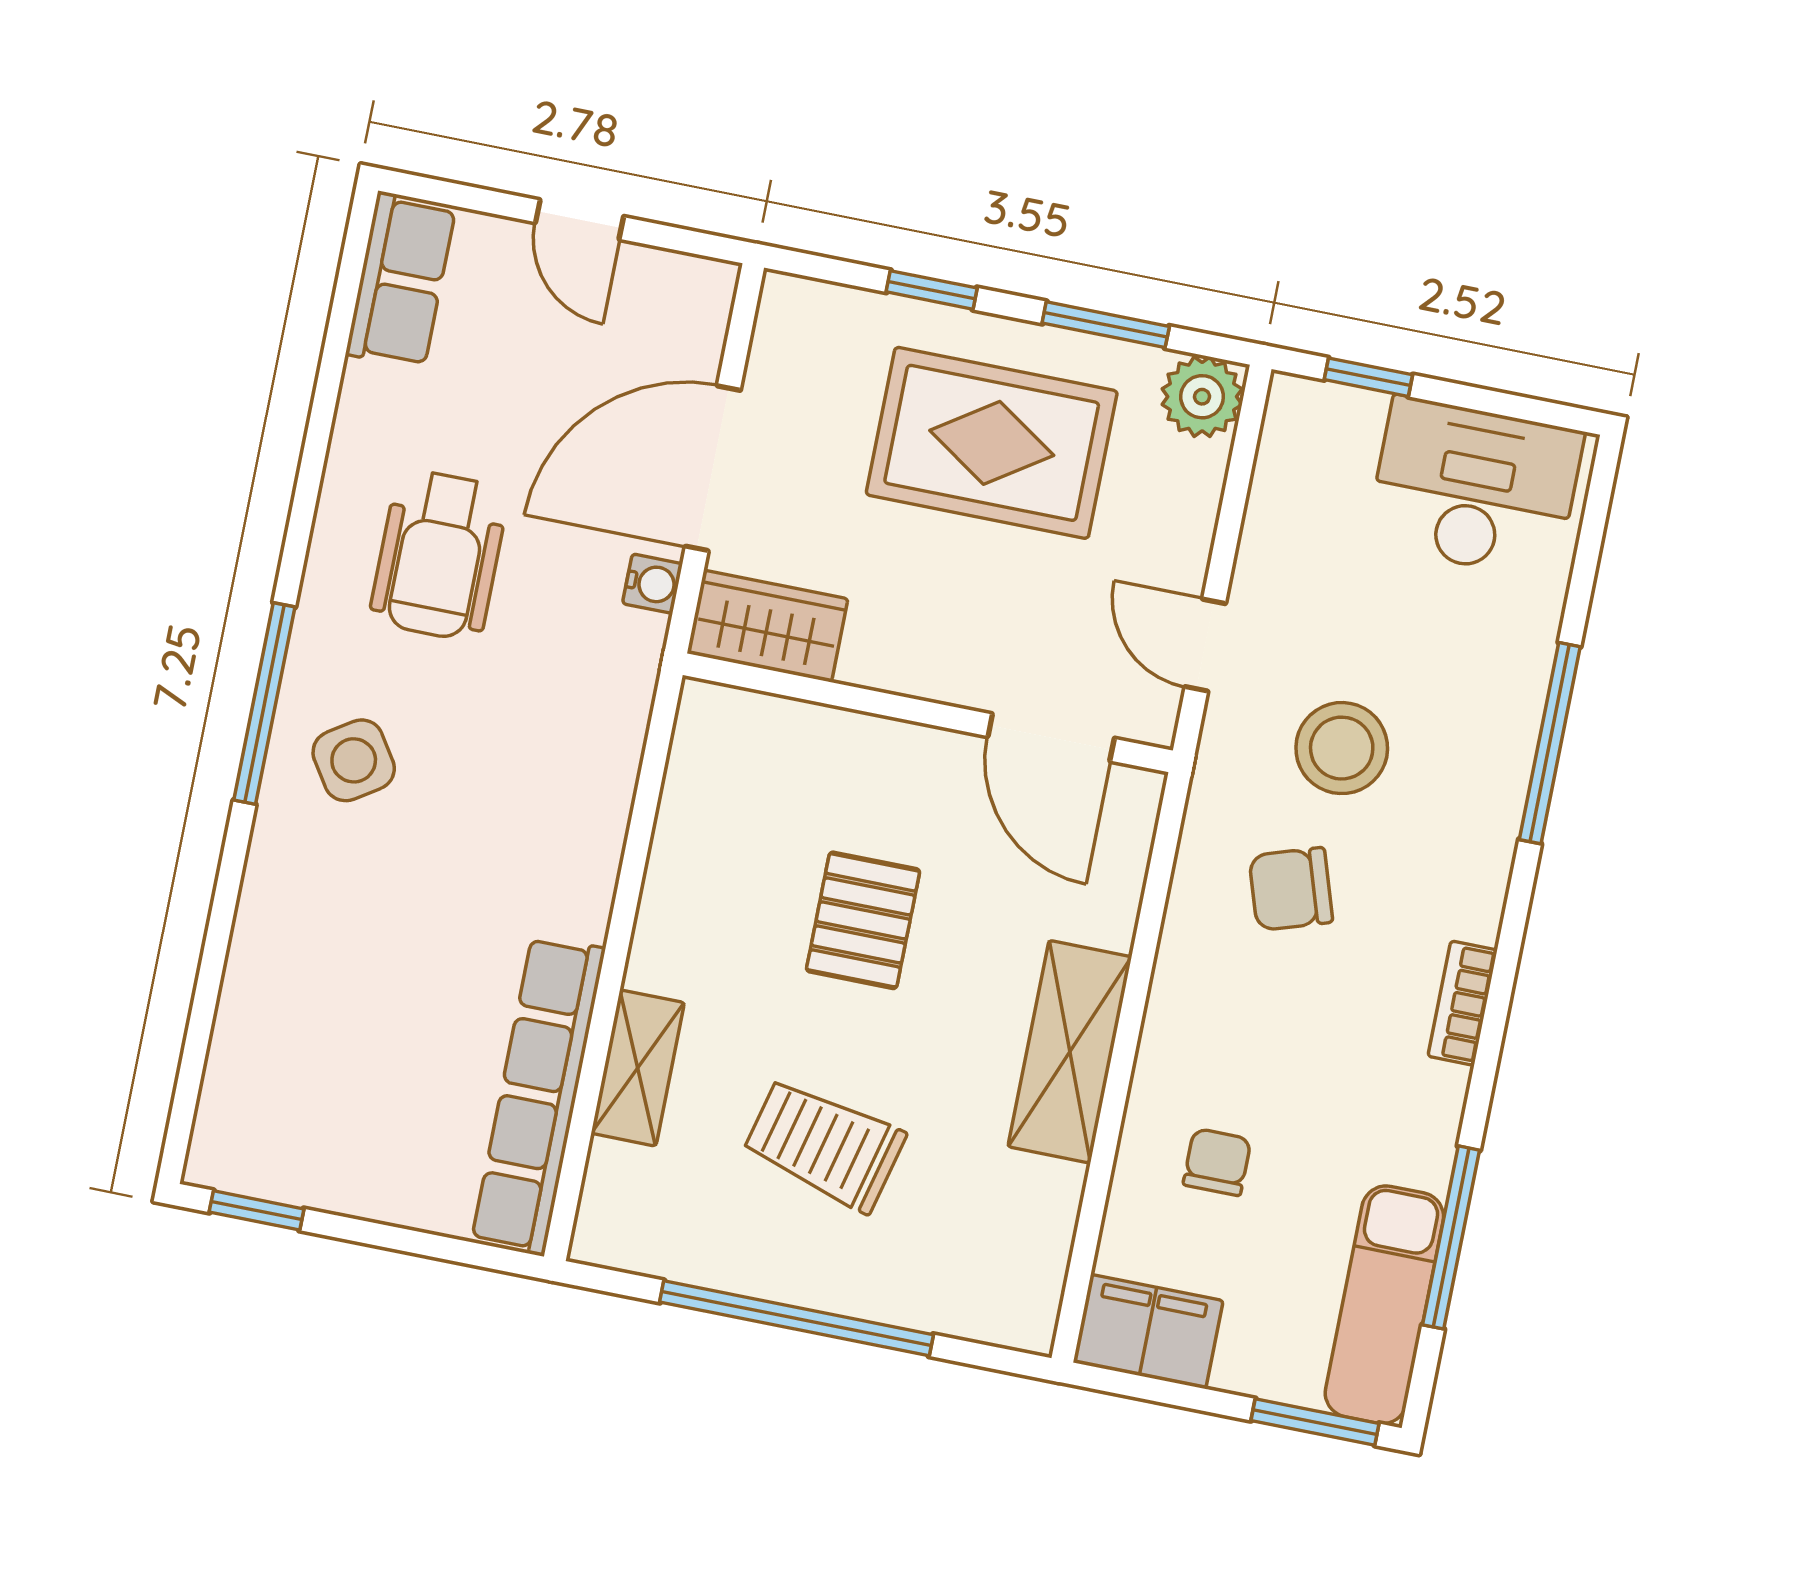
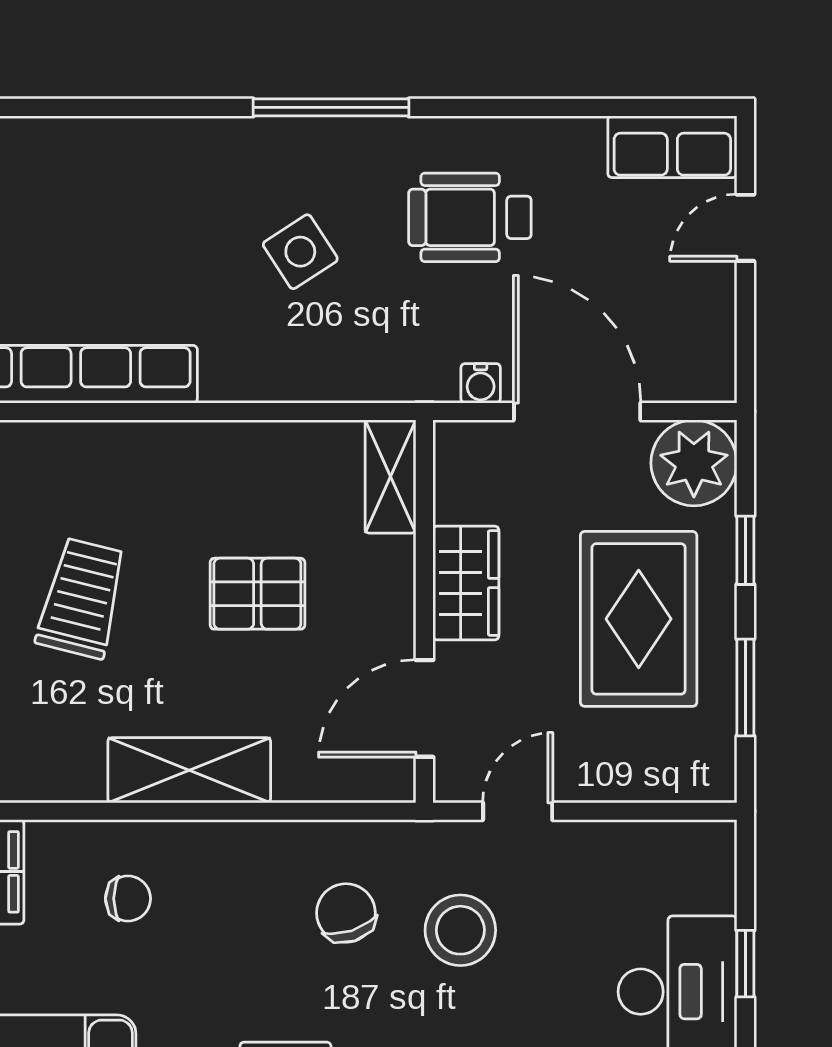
door: (580, 220) -> (745, 228), moved
window: (1368, 377) -> (745, 964), moved
plant: (1202, 397) -> (694, 463), moved, width x1.36, depth x1.36
wardrobe: (767, 626) -> (466, 583), moved
side table: (354, 760) -> (300, 252), moved
shelving: (638, 1068) -> (390, 477), moved, turned 90

